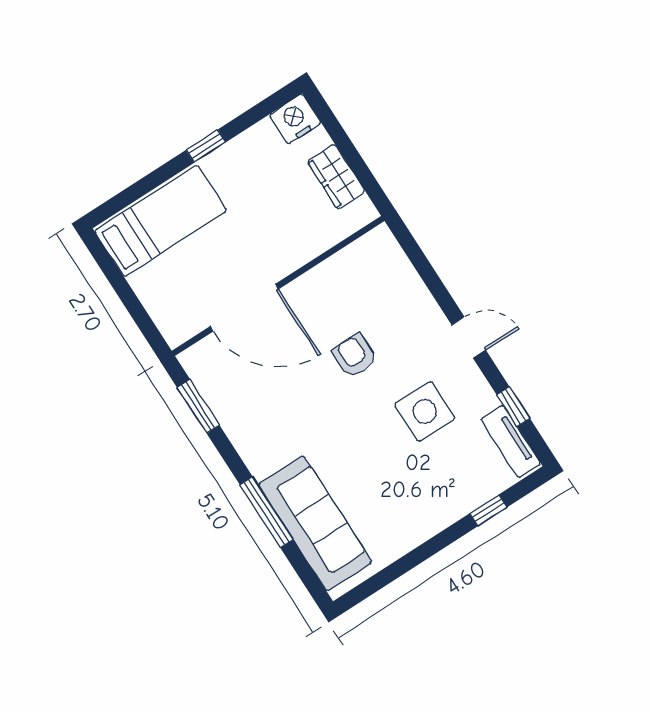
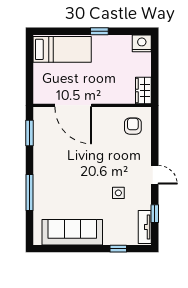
wardrobe: (336, 176) -> (143, 91), moved
armchair: (354, 356) -> (133, 126), moved
side table: (425, 411) -> (118, 193), width x0.54, depth x0.54
sofa: (315, 523) -> (72, 232), moved, turned -90

